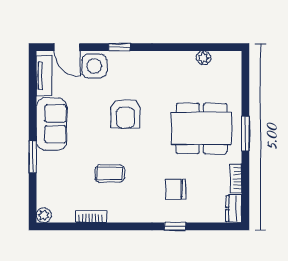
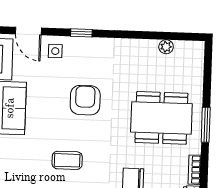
side table: (94, 66) -> (55, 51), width x0.54, depth x0.54
armchair: (125, 114) -> (85, 100), turned 180

